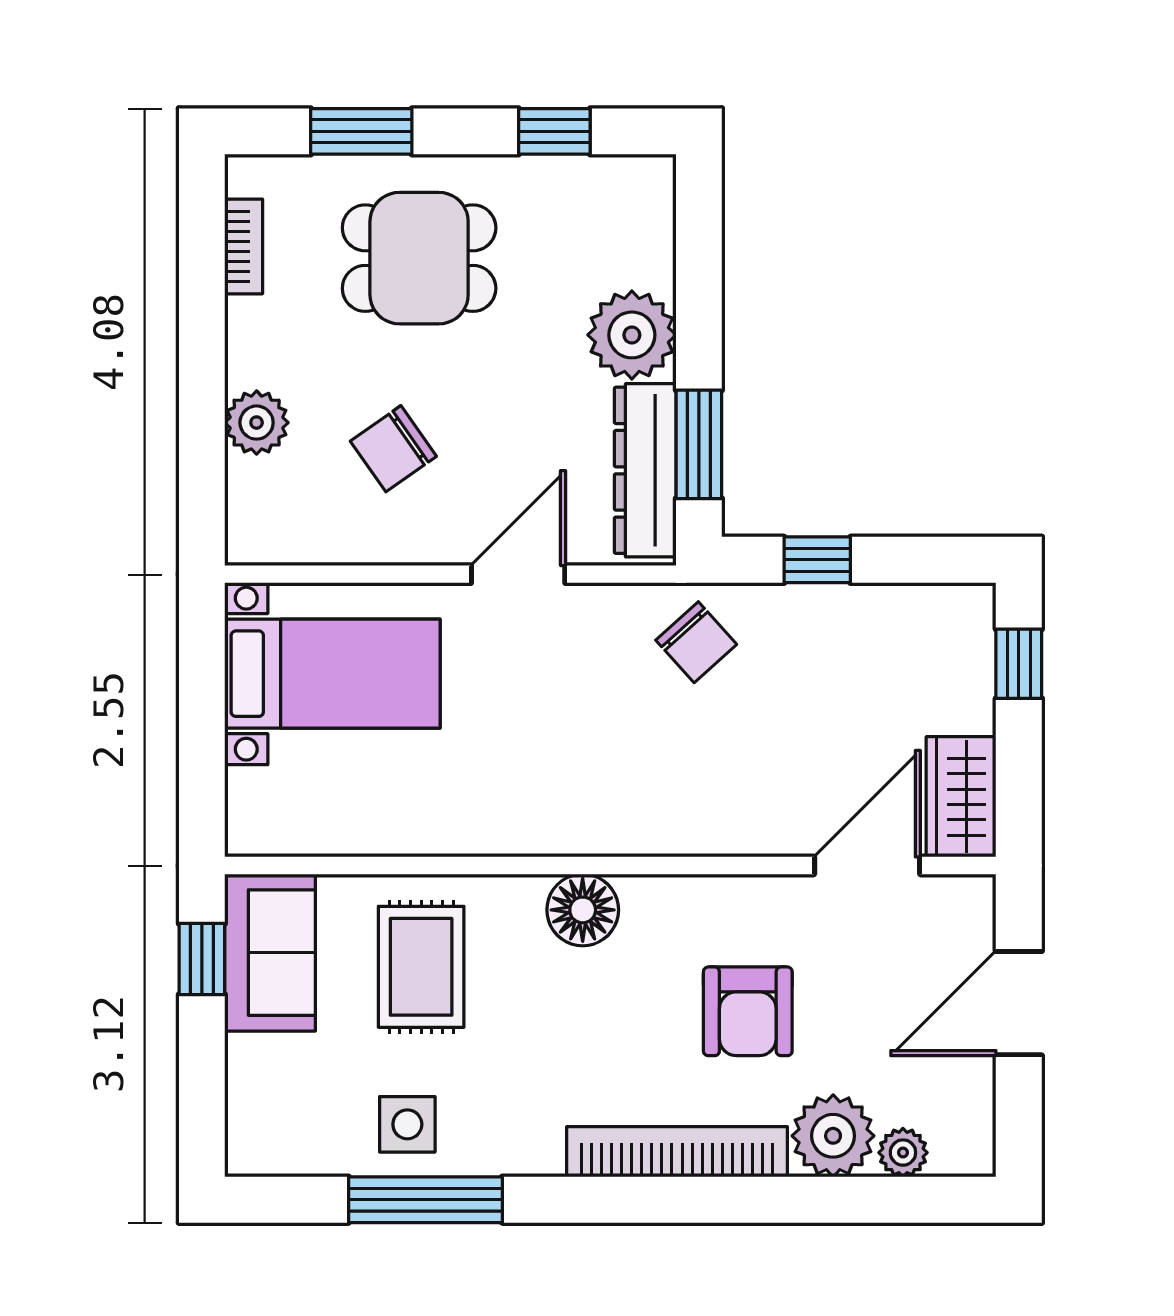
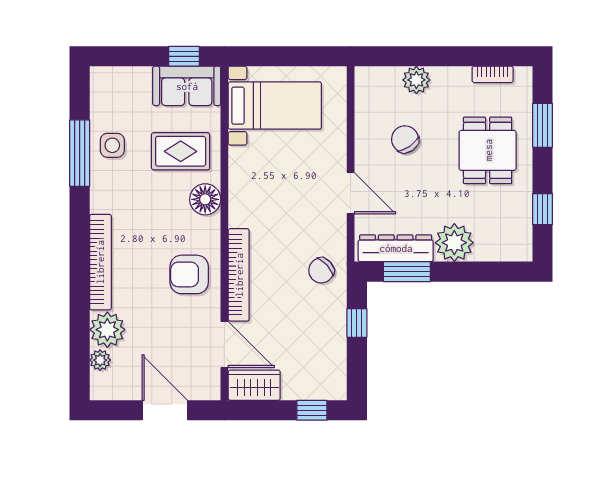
bed with nightstands: (332, 674) -> (275, 106), moved, turned -90
bookcase: (706, 833) -> (239, 275), added
floor lamp: (583, 910) -> (205, 199), moved
armchair: (748, 1011) -> (189, 274), moved

